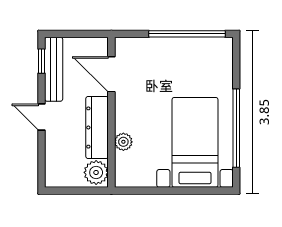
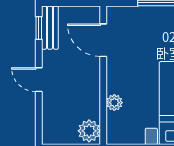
bench: (54, 69) -> (50, 28), width x0.73
dresser: (97, 128) -> (90, 89), removed

